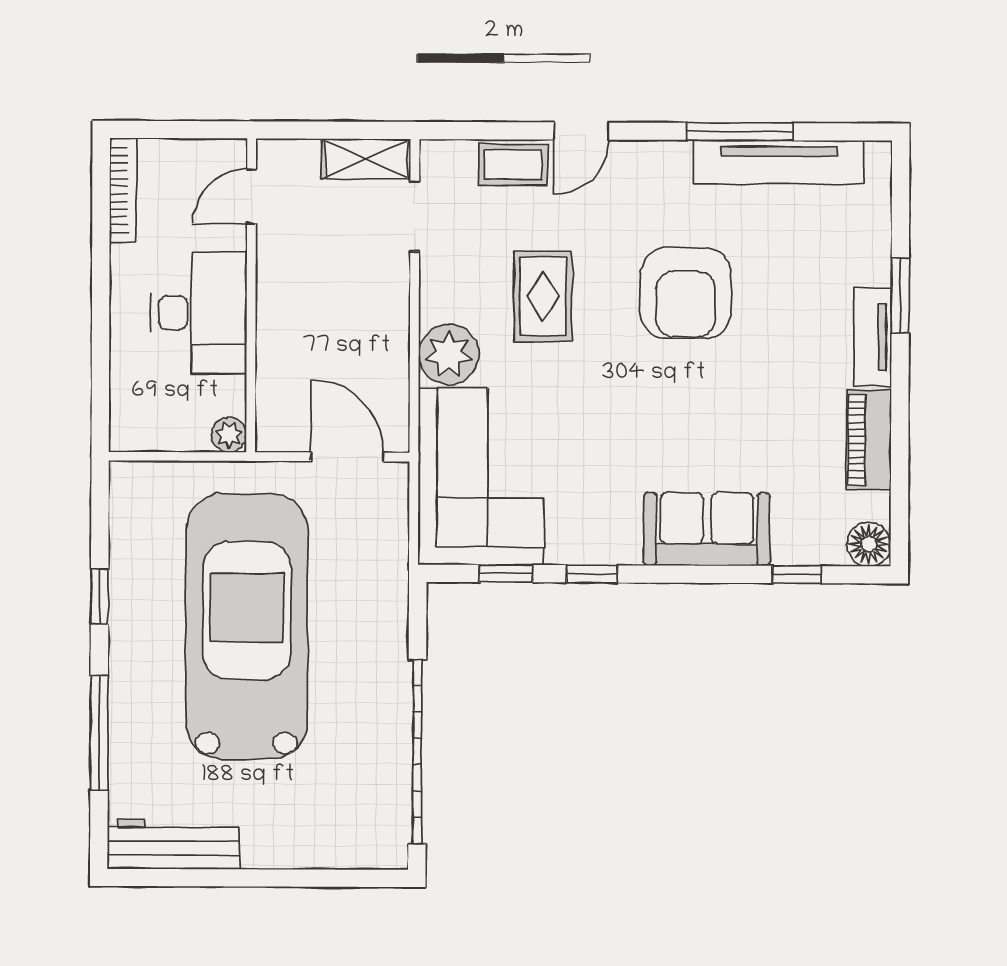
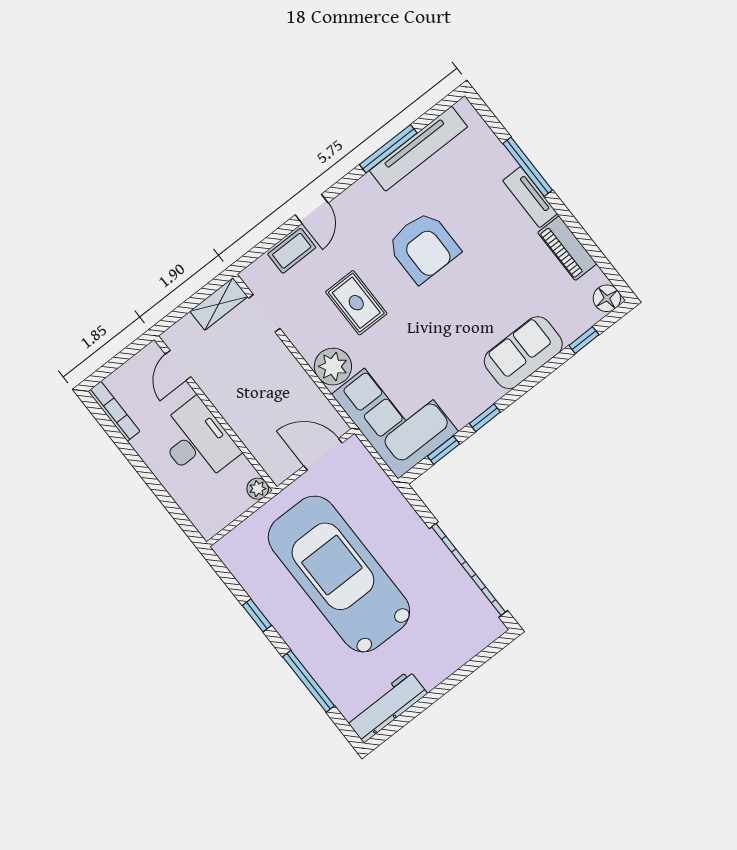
window: (900, 296) -> (528, 167), width x1.44

